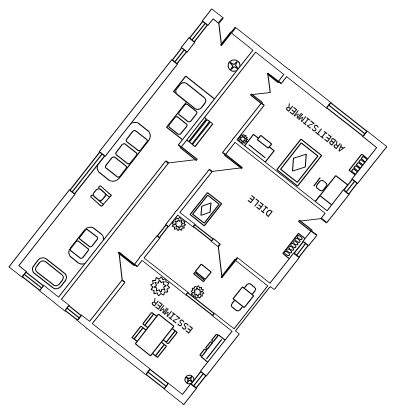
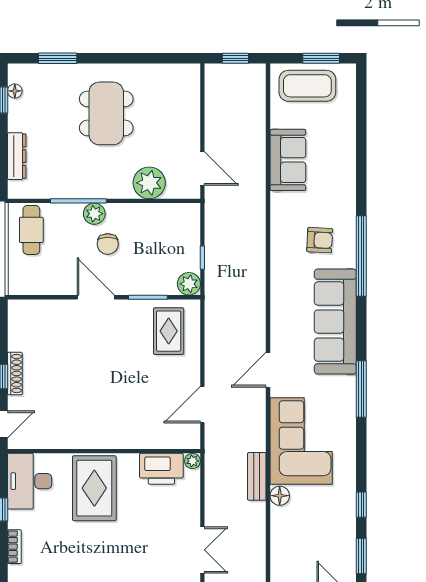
floor lamp: (234, 66) -> (280, 496), moved
window: (137, 110) -> (361, 389), added
bench: (199, 132) -> (257, 476), moved
cafe table: (243, 297) -> (31, 230), moved

